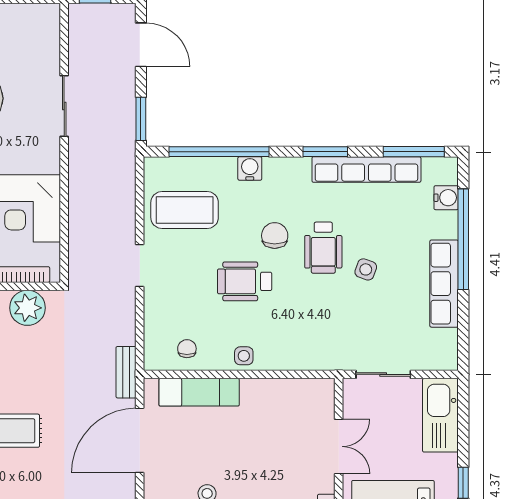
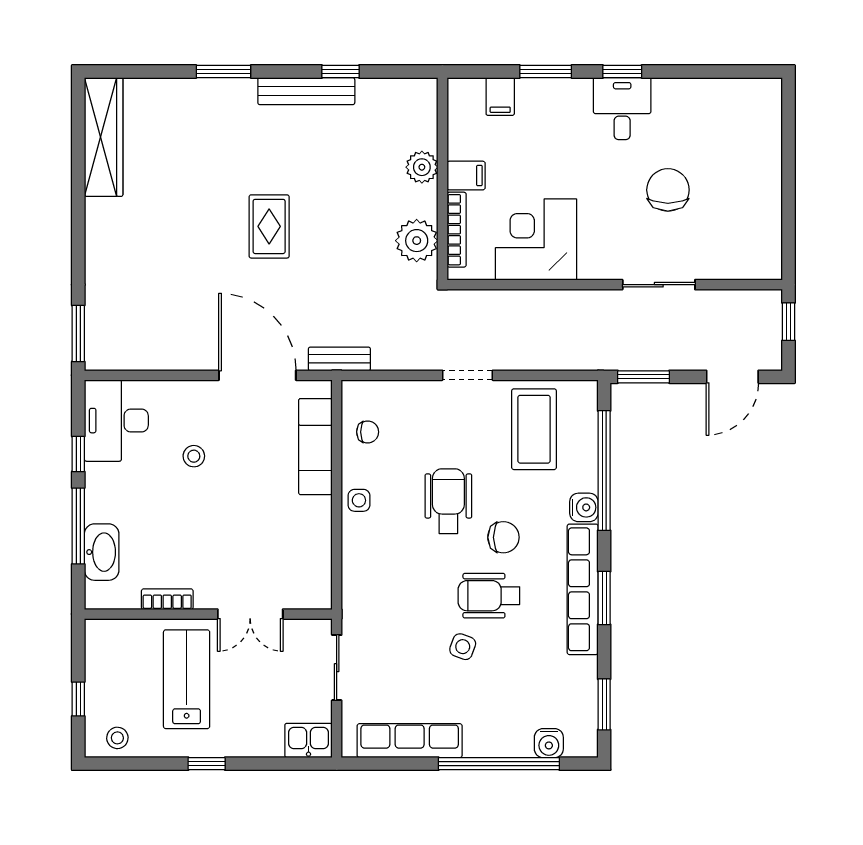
window: (414, 152) -> (604, 704), width x0.69
row of seats: (366, 170) -> (583, 589), moved
row of seats: (444, 284) -> (410, 741), moved
kitchen sink: (440, 415) -> (308, 740), width x0.53, depth x0.81

